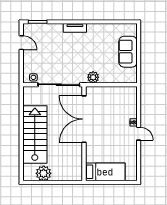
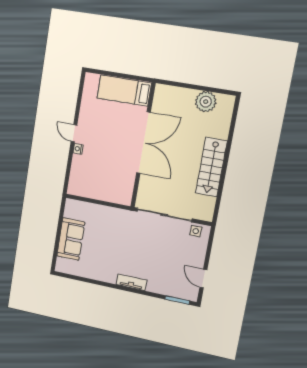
plant: (93, 77) -> (119, 216), removed
double door: (84, 119) -> (143, 143), moved
stairs: (35, 134) -> (211, 167), width x0.73, depth x0.66

